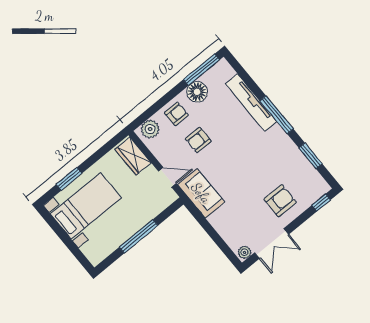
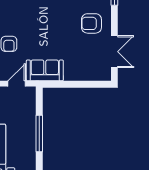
armchair: (280, 201) -> (91, 23), turned -90
plant: (244, 252) -> (106, 74), removed

